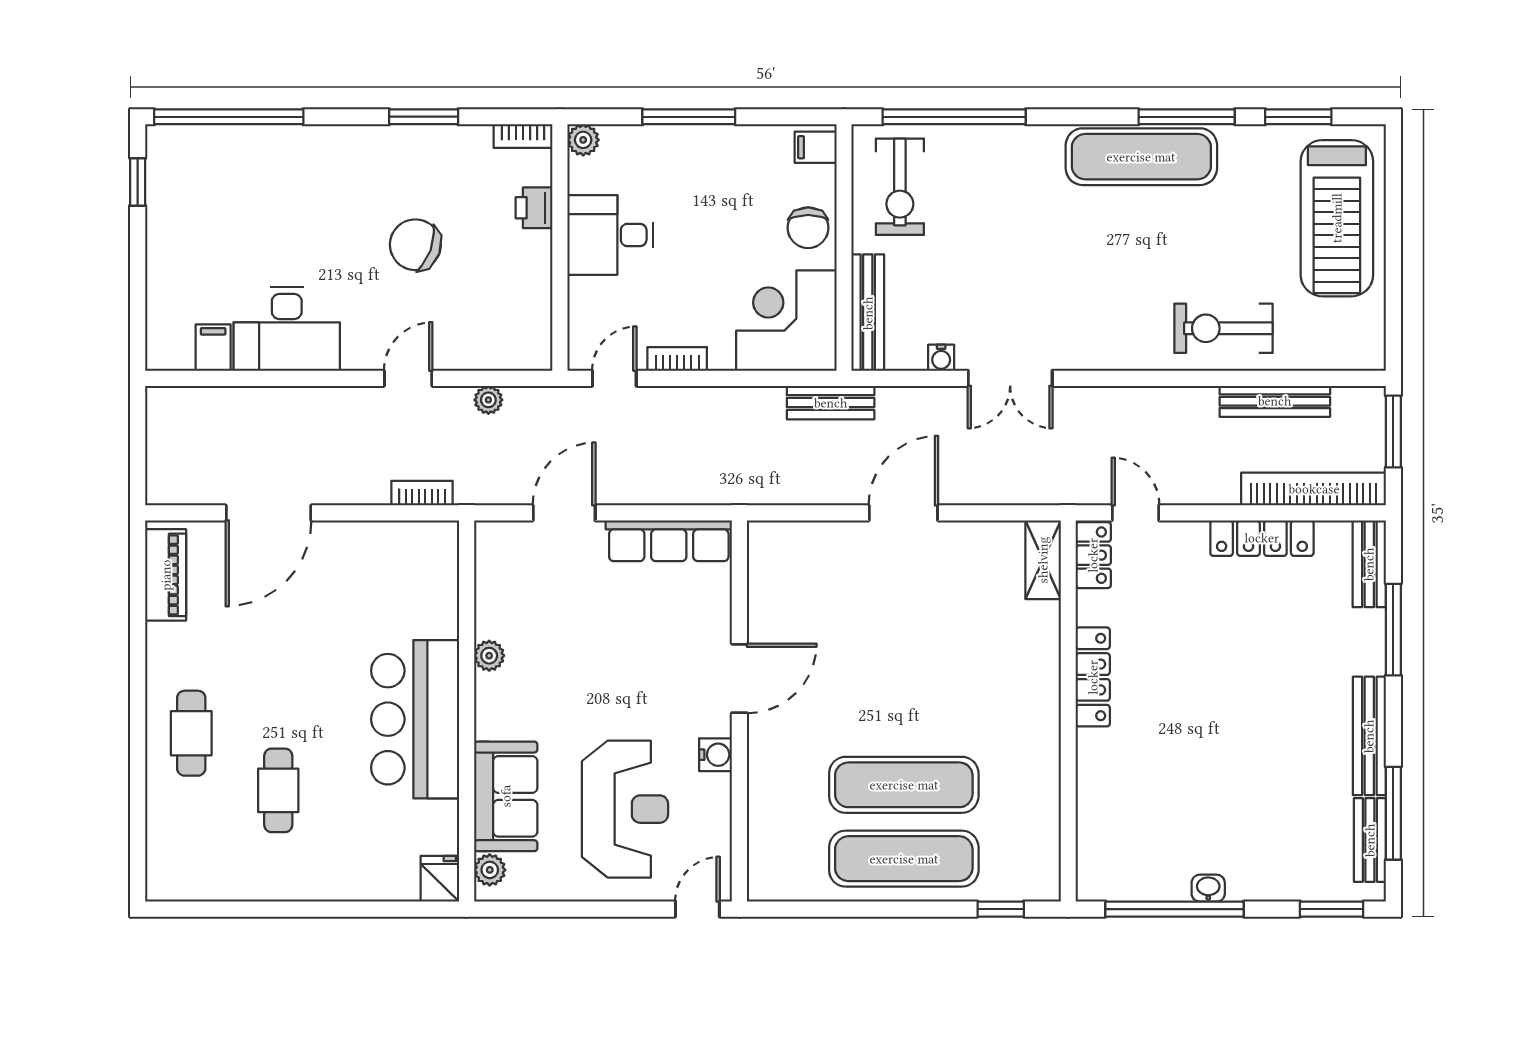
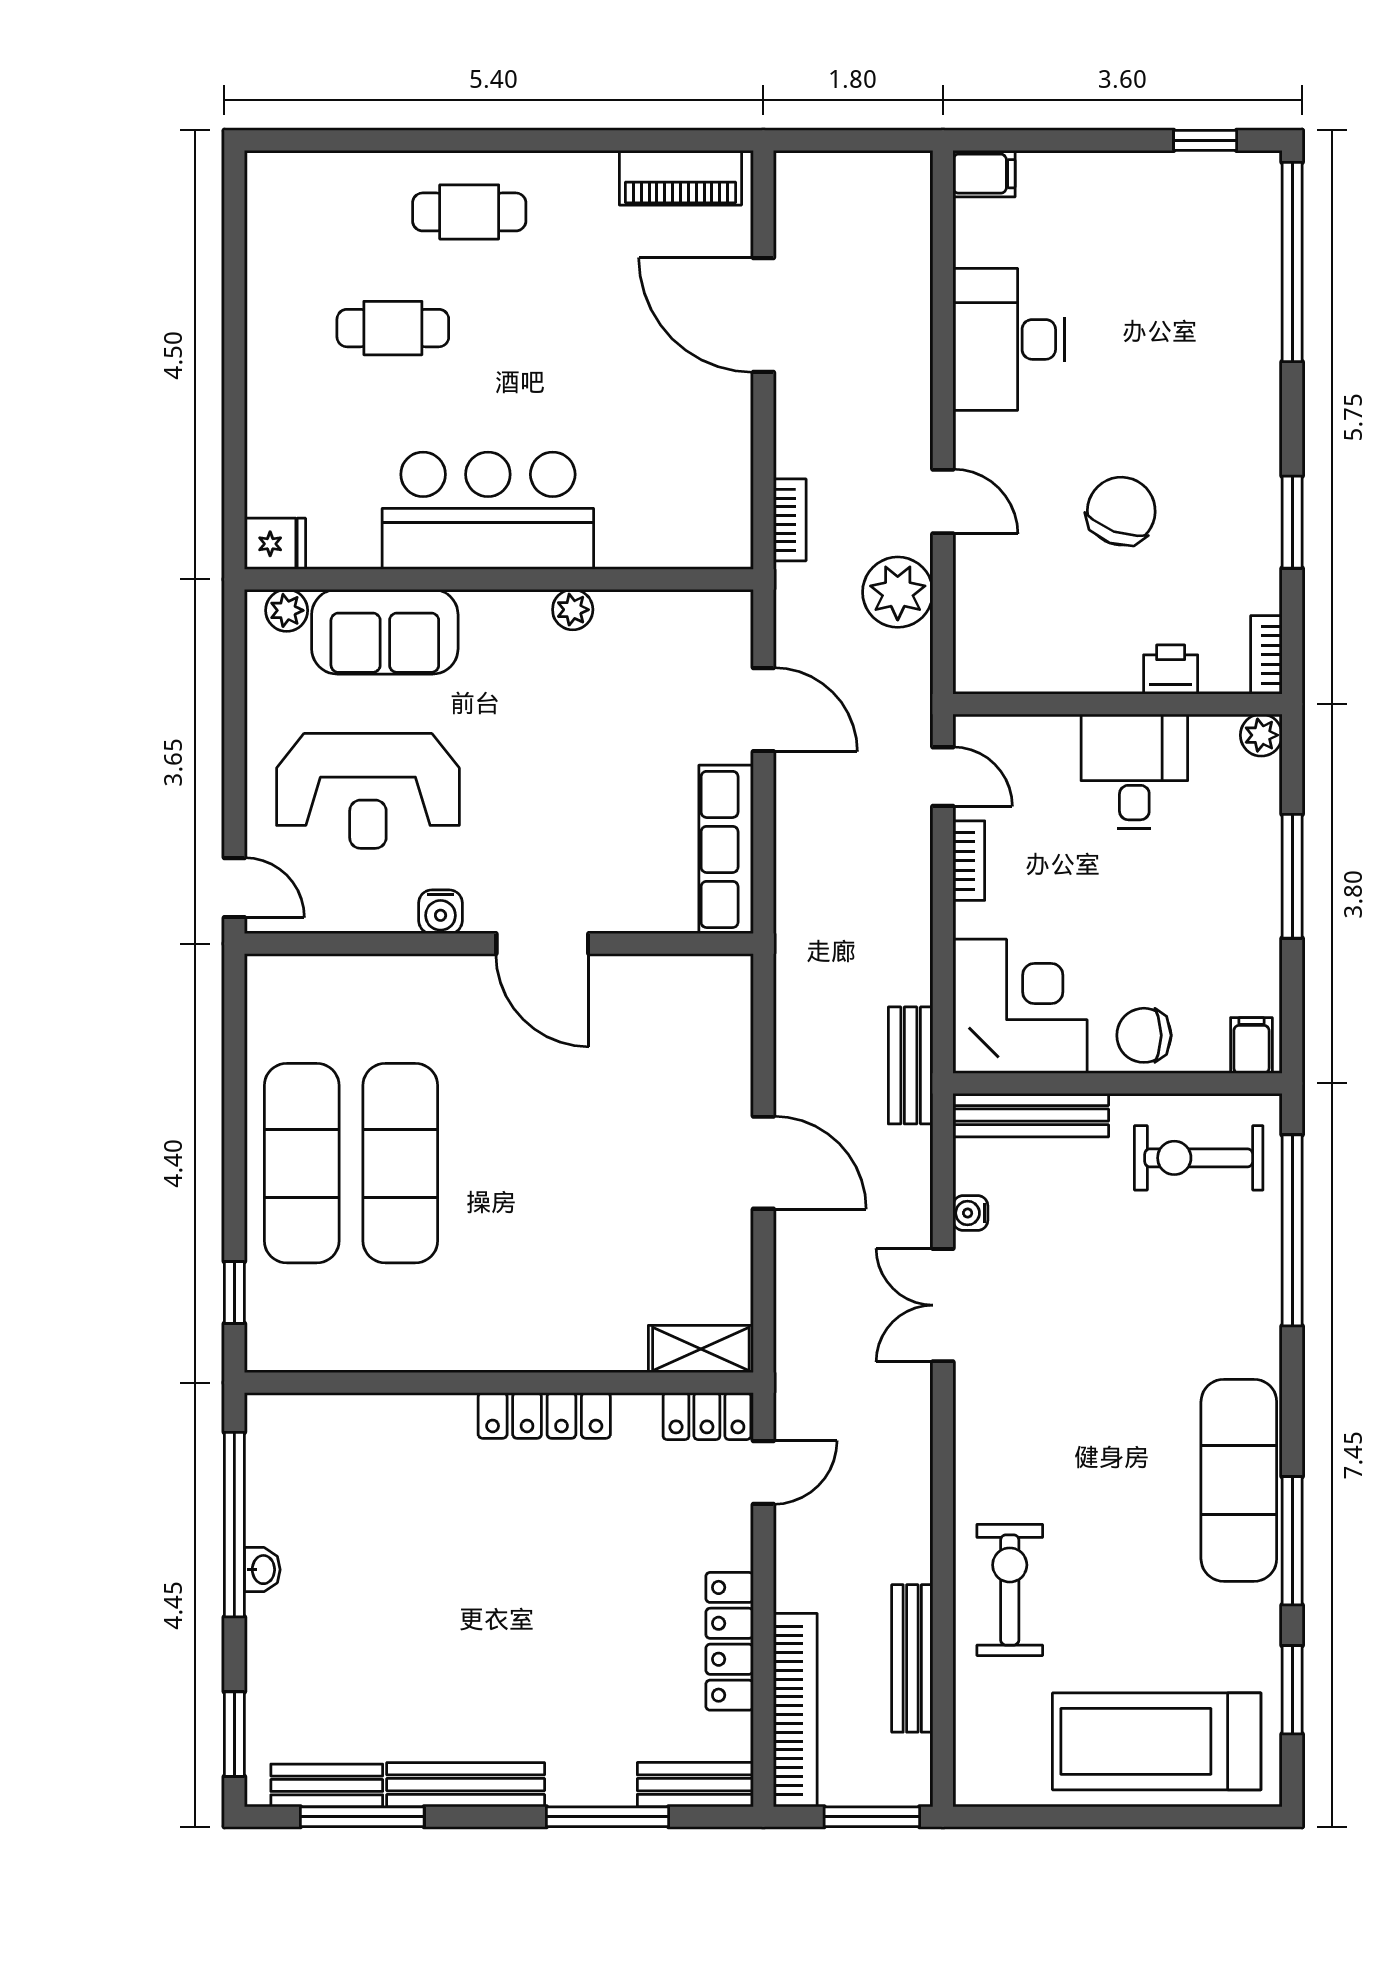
filing cabinet: (213, 348) -> (984, 174), moved
plant: (488, 400) -> (898, 592), width x1.88, depth x1.88

